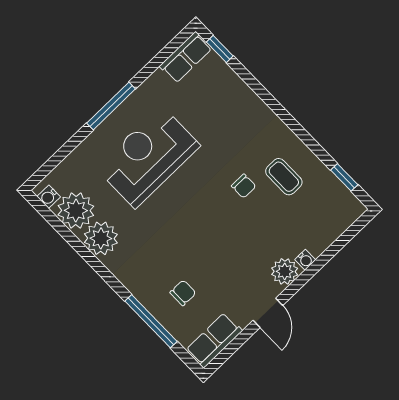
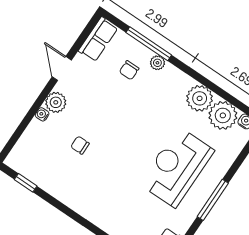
reception desk: (148, 157) -> (177, 167), turned 180
coffee table: (284, 177) -> (71, 174), removed
chair: (244, 186) -> (80, 145), moved
plant: (145, 295) -> (157, 63), added

